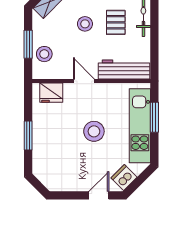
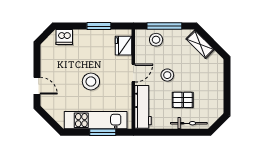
stool: (85, 24) -> (167, 75), moved
window: (28, 44) -> (164, 26), width x1.44
window: (28, 135) -> (99, 26), moved
dishwasher: (124, 177) -> (64, 37), moved, turned 135

